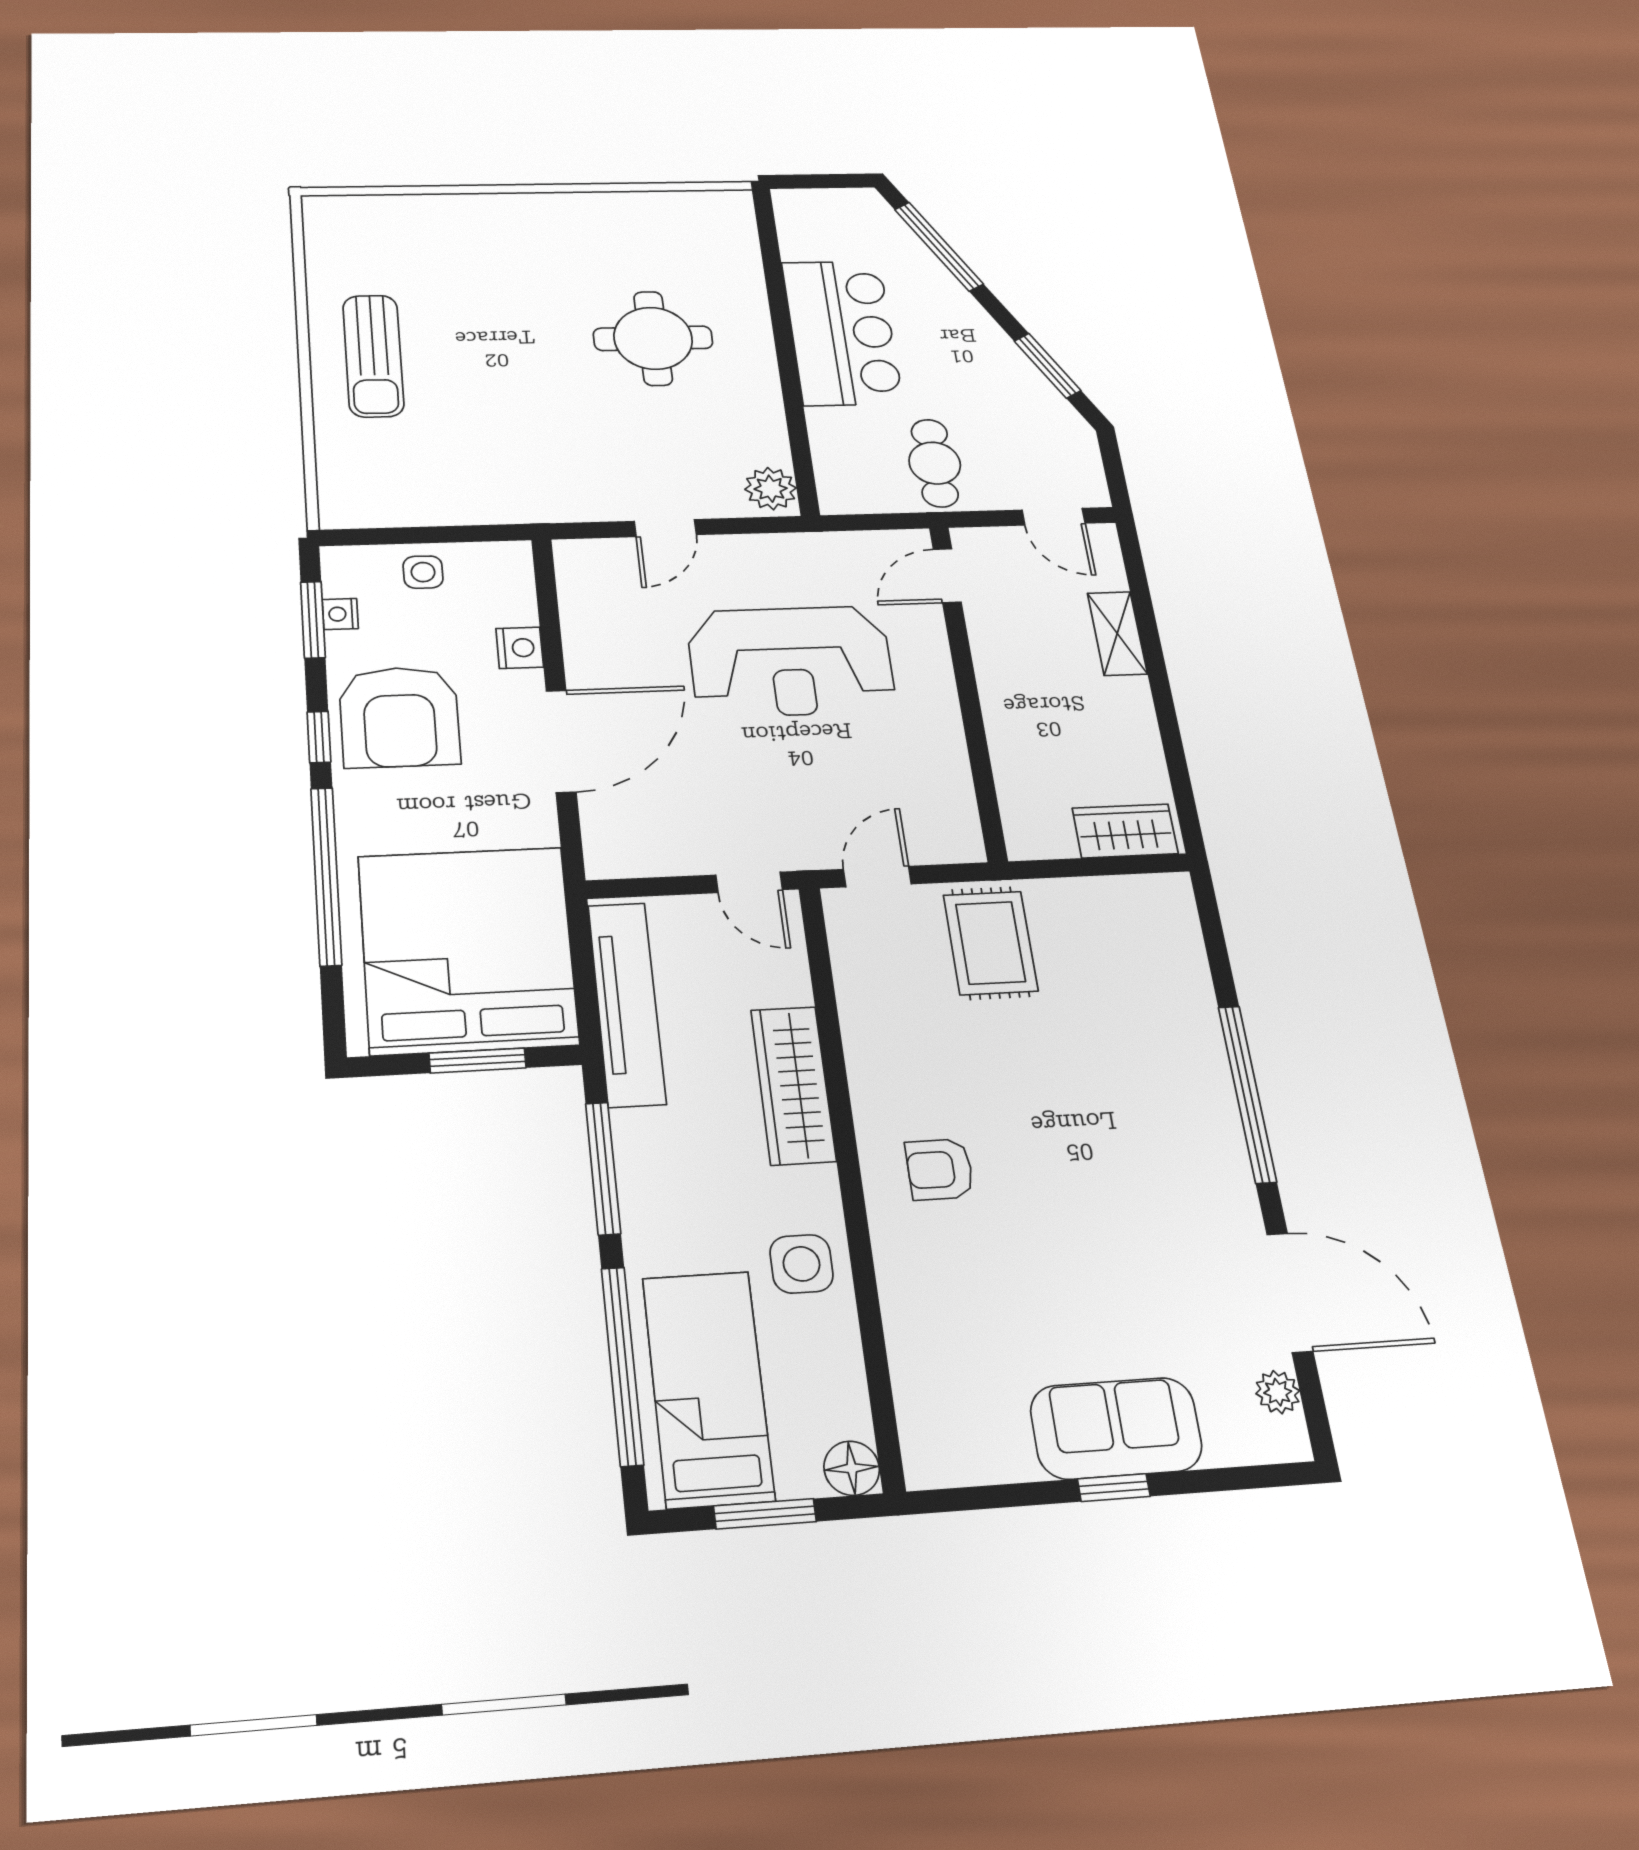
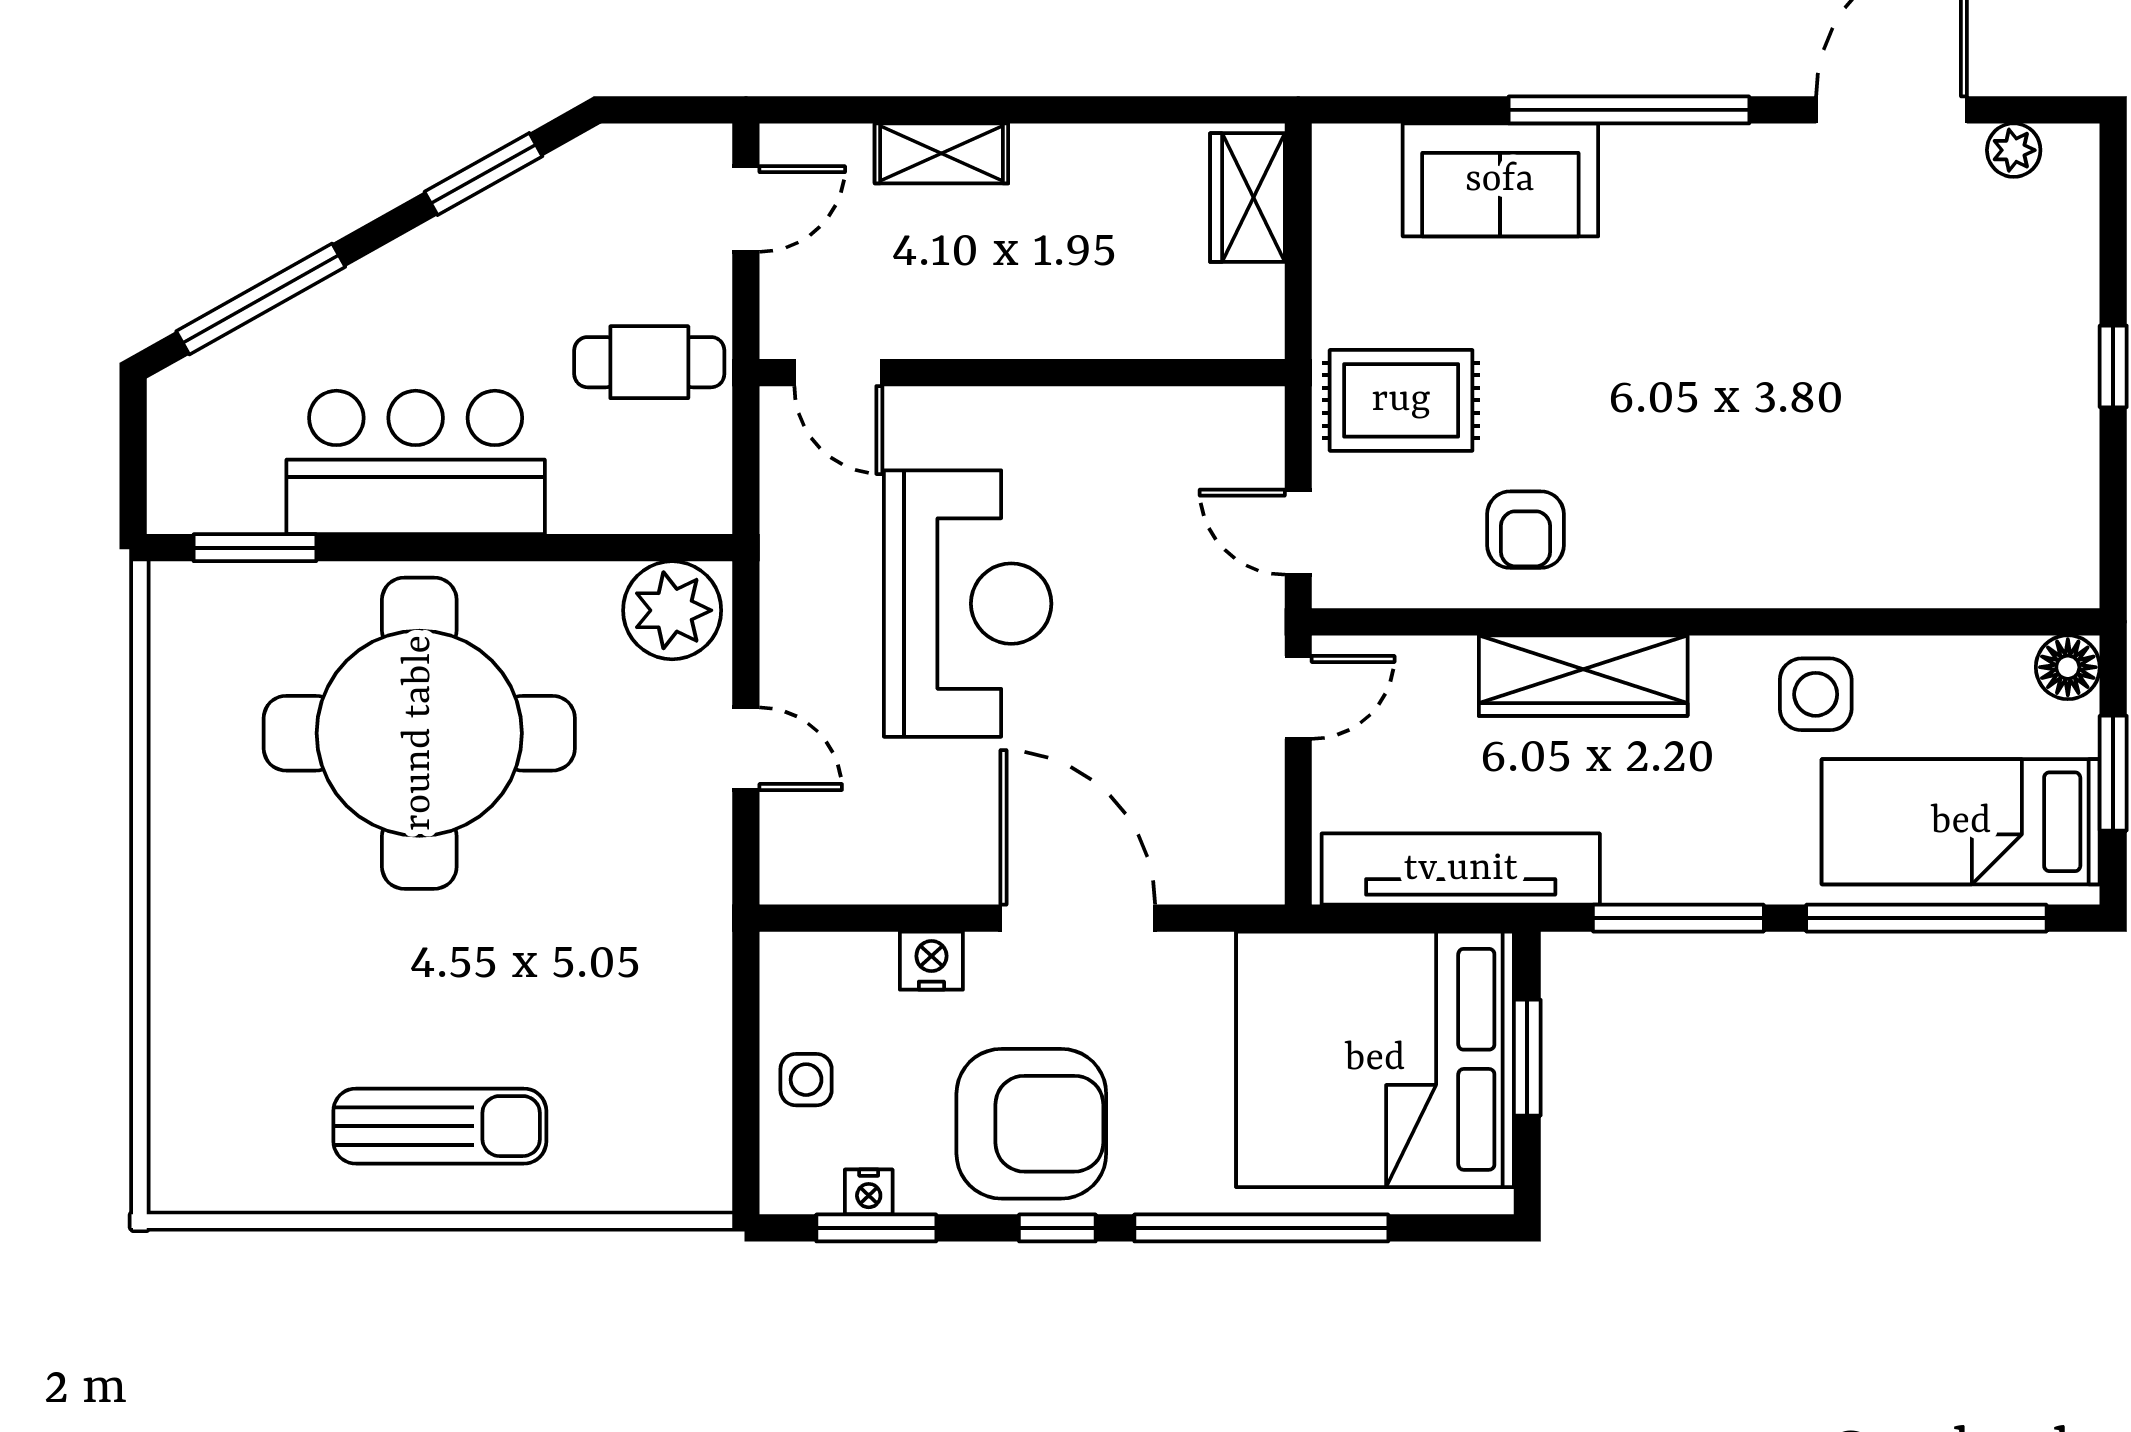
window: (769, 246) -> (255, 548), added
round table: (653, 338) -> (419, 733), width x1.86, depth x1.86
plant: (771, 489) -> (672, 610), width x1.36, depth x1.36
armchair: (940, 1169) -> (1525, 530), moved
sofa: (1116, 1428) -> (1500, 180), moved, turned -90

